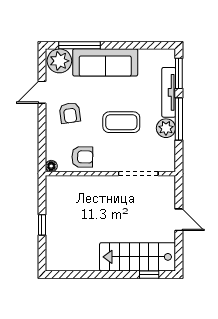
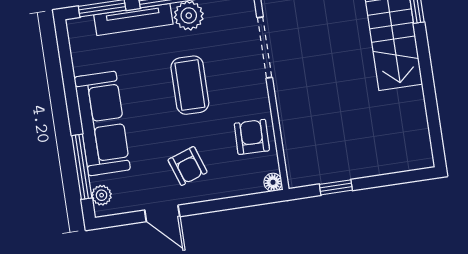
plant: (59, 61) -> (102, 195), width x0.53, depth x0.53
armchair: (70, 113) -> (188, 166), turned 79
window: (42, 225) -> (336, 187), moved

